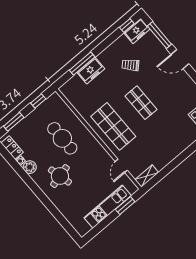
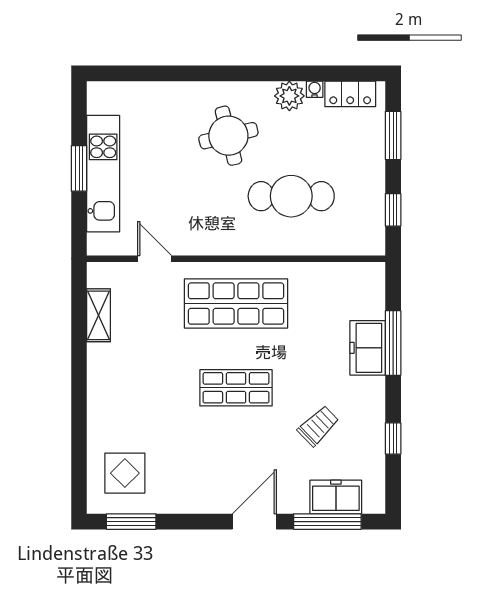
window: (127, 26) -> (393, 438), moved
freezer: (137, 31) -> (336, 497), moved, turned 90
shelving: (147, 176) -> (99, 315), moved
window: (125, 205) -> (79, 168), moved

